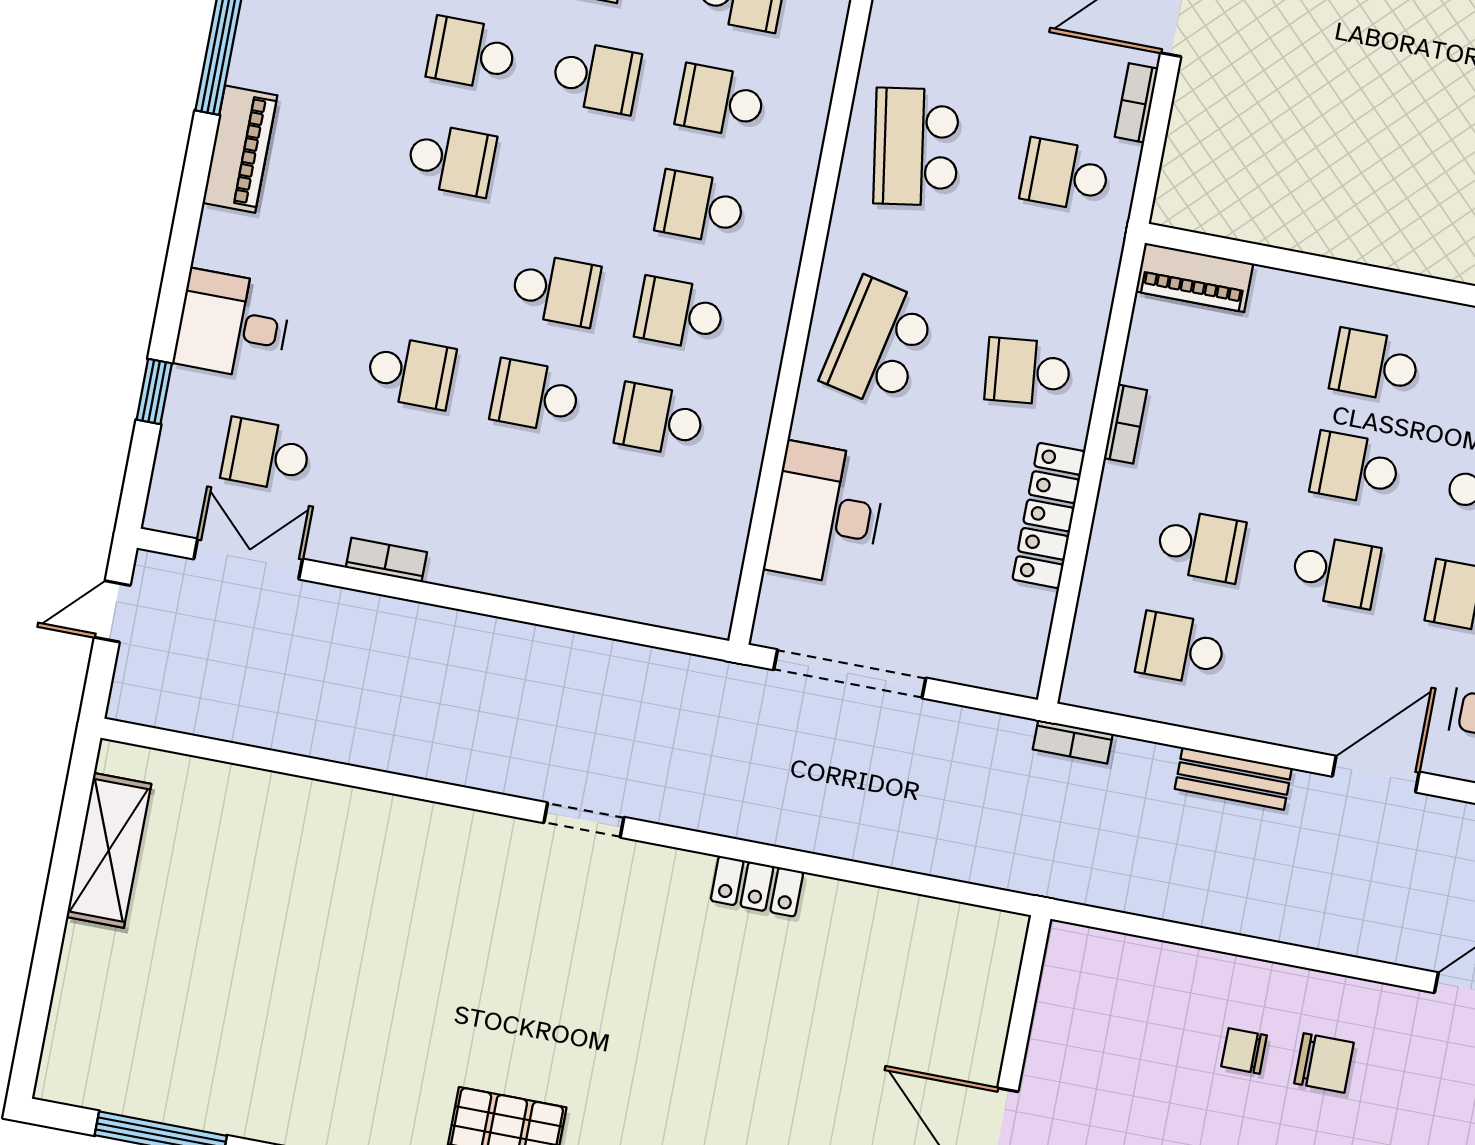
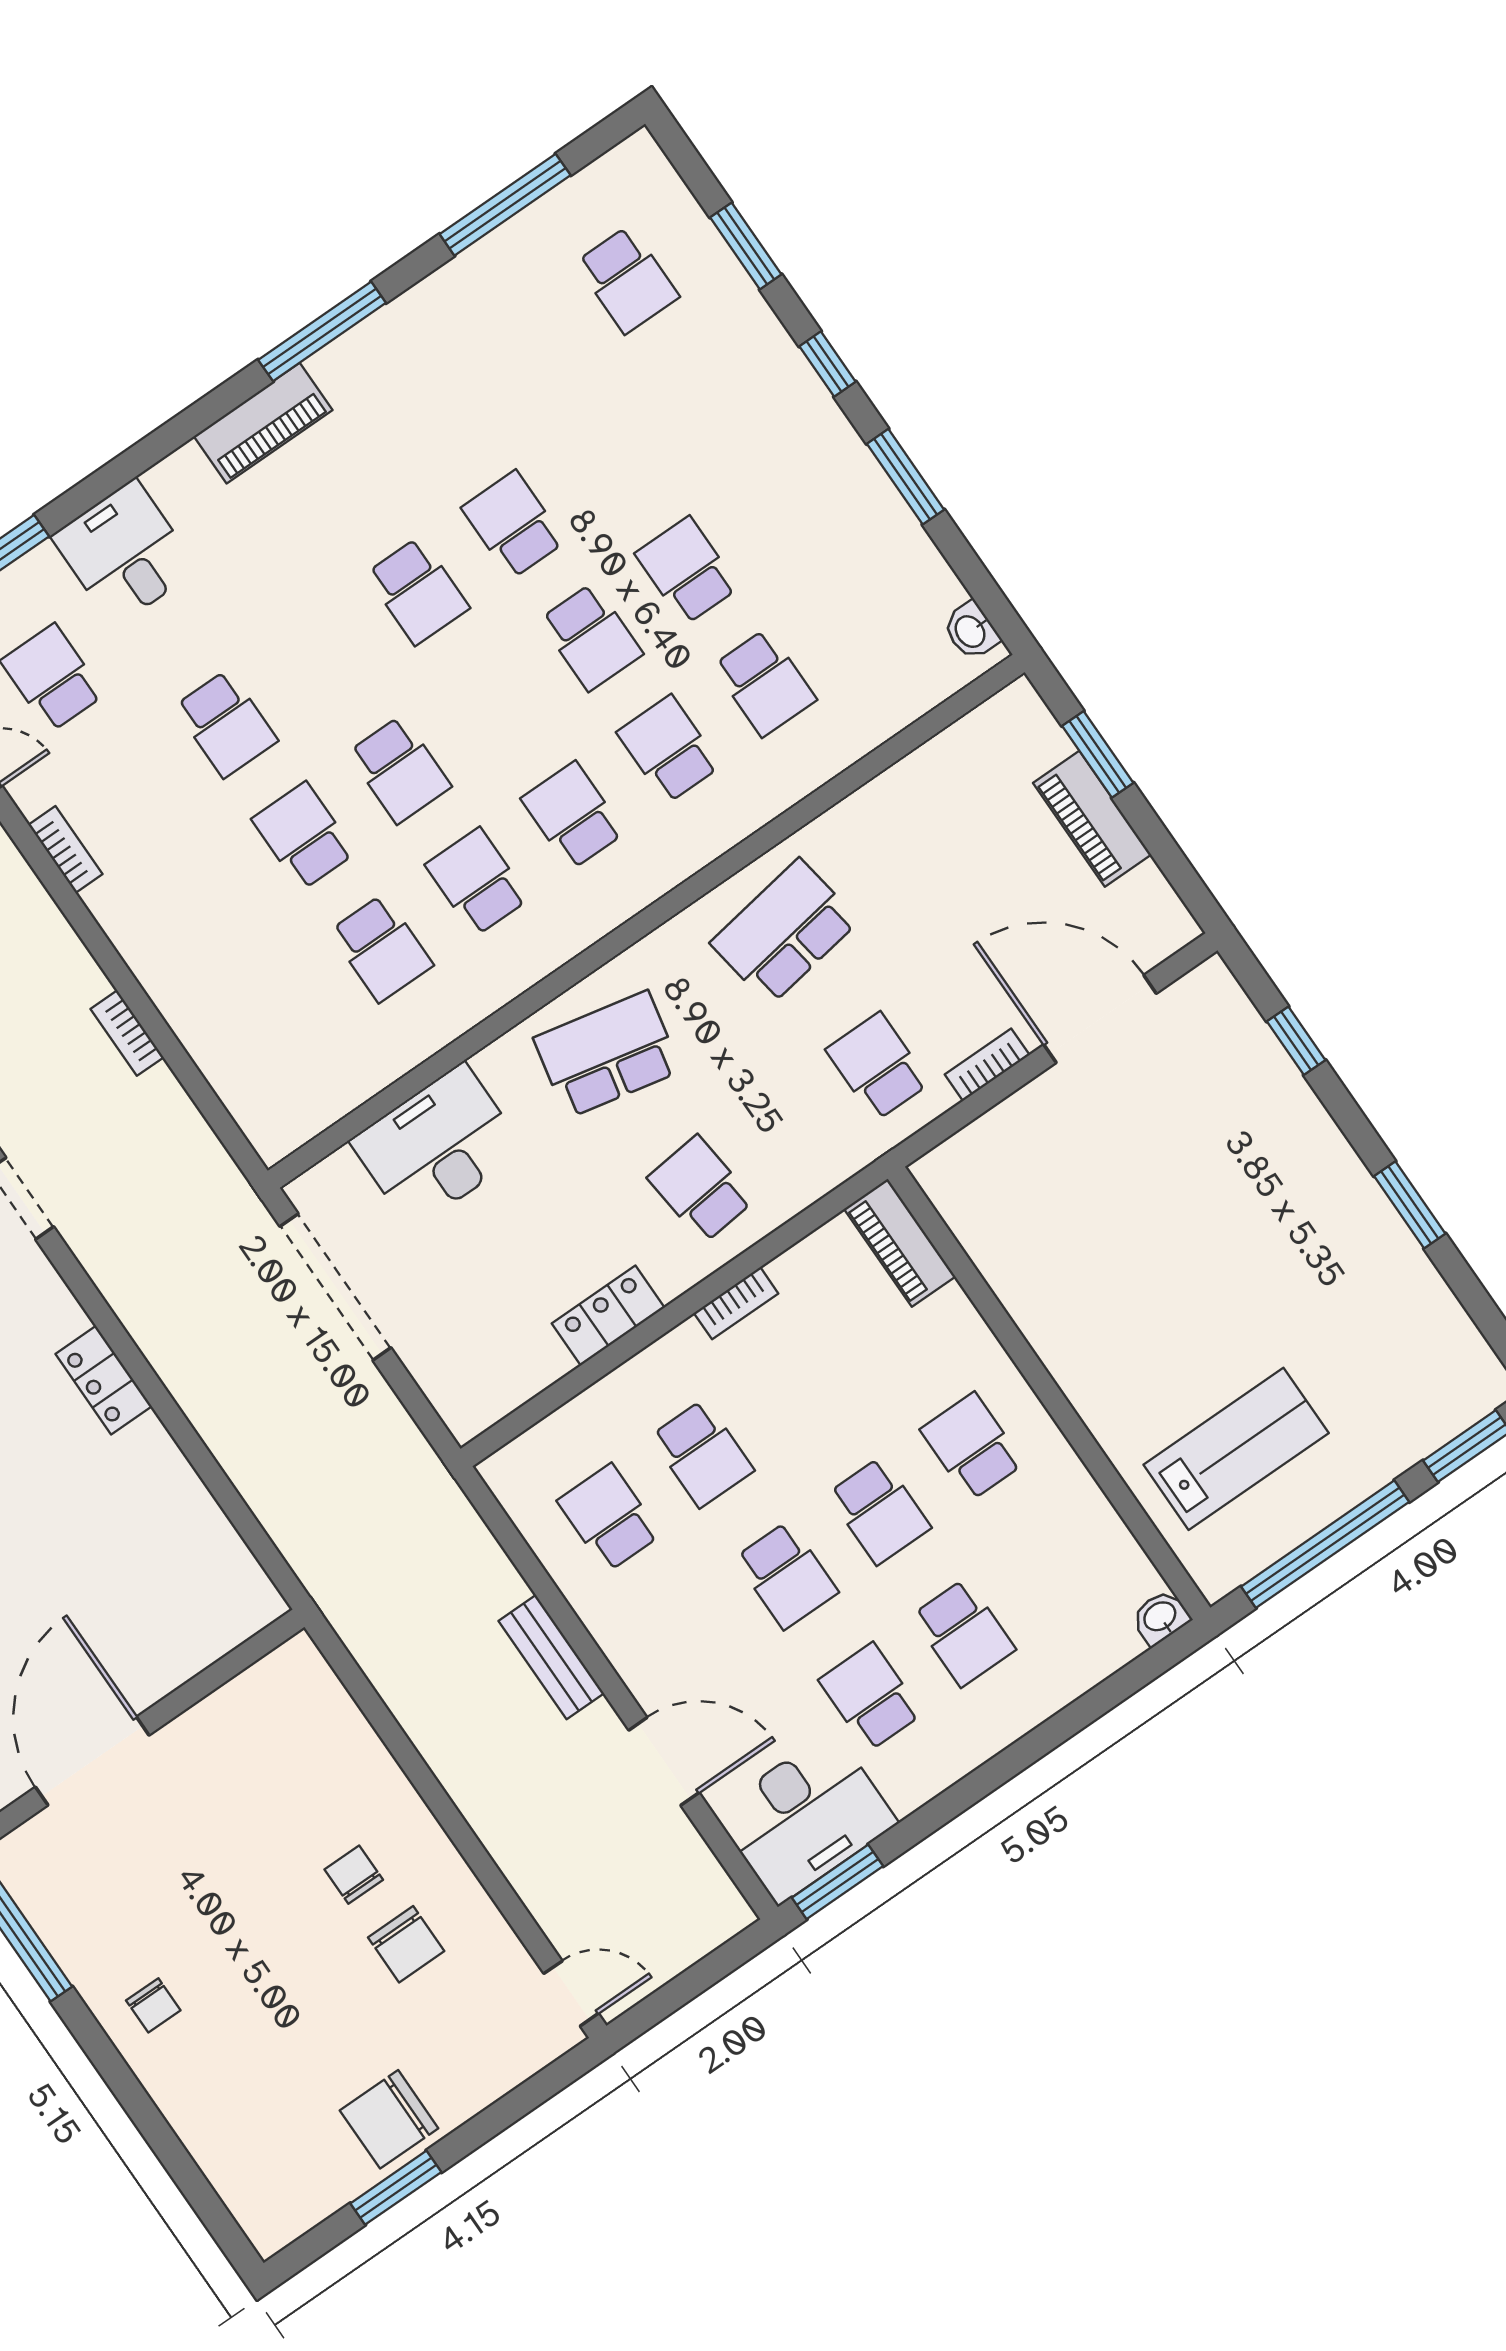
school desk: (660, 420) -> (381, 948), turned 180
school desk: (1355, 468) -> (879, 1511), turned 180
locker: (1049, 515) -> (608, 1316), width x0.66
bookcase: (1073, 742) -> (127, 1033), moved

